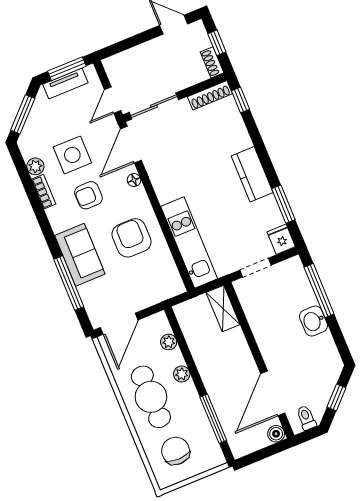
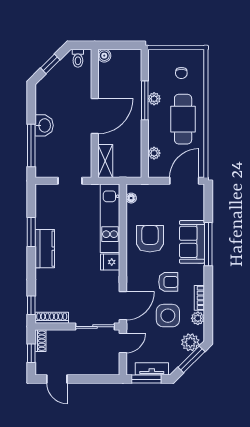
plant: (33, 134) -> (190, 342), added
floor lamp: (134, 180) -> (131, 198), moved
window: (283, 204) -> (31, 232), moved
armchair: (132, 238) -> (150, 239), turned 180
fridge: (281, 239) -> (110, 262), moved, turned 90
window: (69, 283) -> (208, 244), moved
plant: (182, 374) -> (154, 99), moved
door: (273, 393) -> (95, 116), moved
window: (213, 419) -> (145, 100), moved
chair: (176, 451) -> (181, 73), width x0.54, depth x0.54

